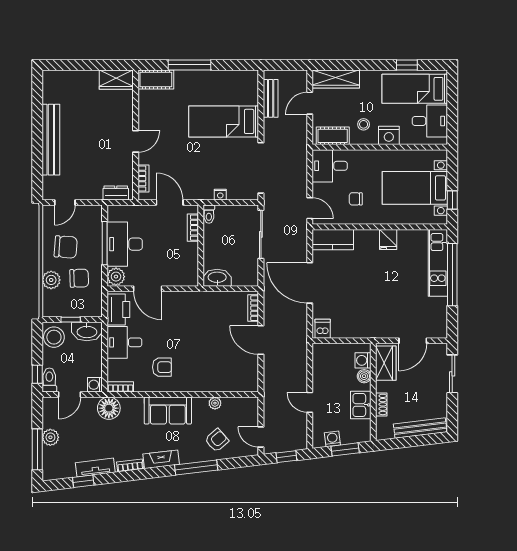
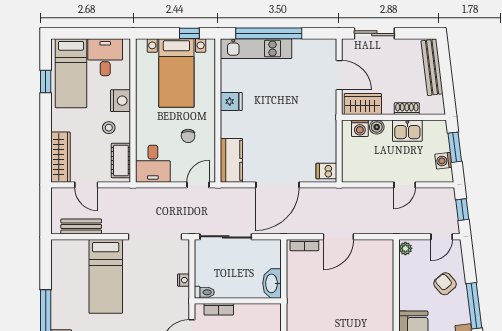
plant: (215, 403) -> (405, 248), moved

